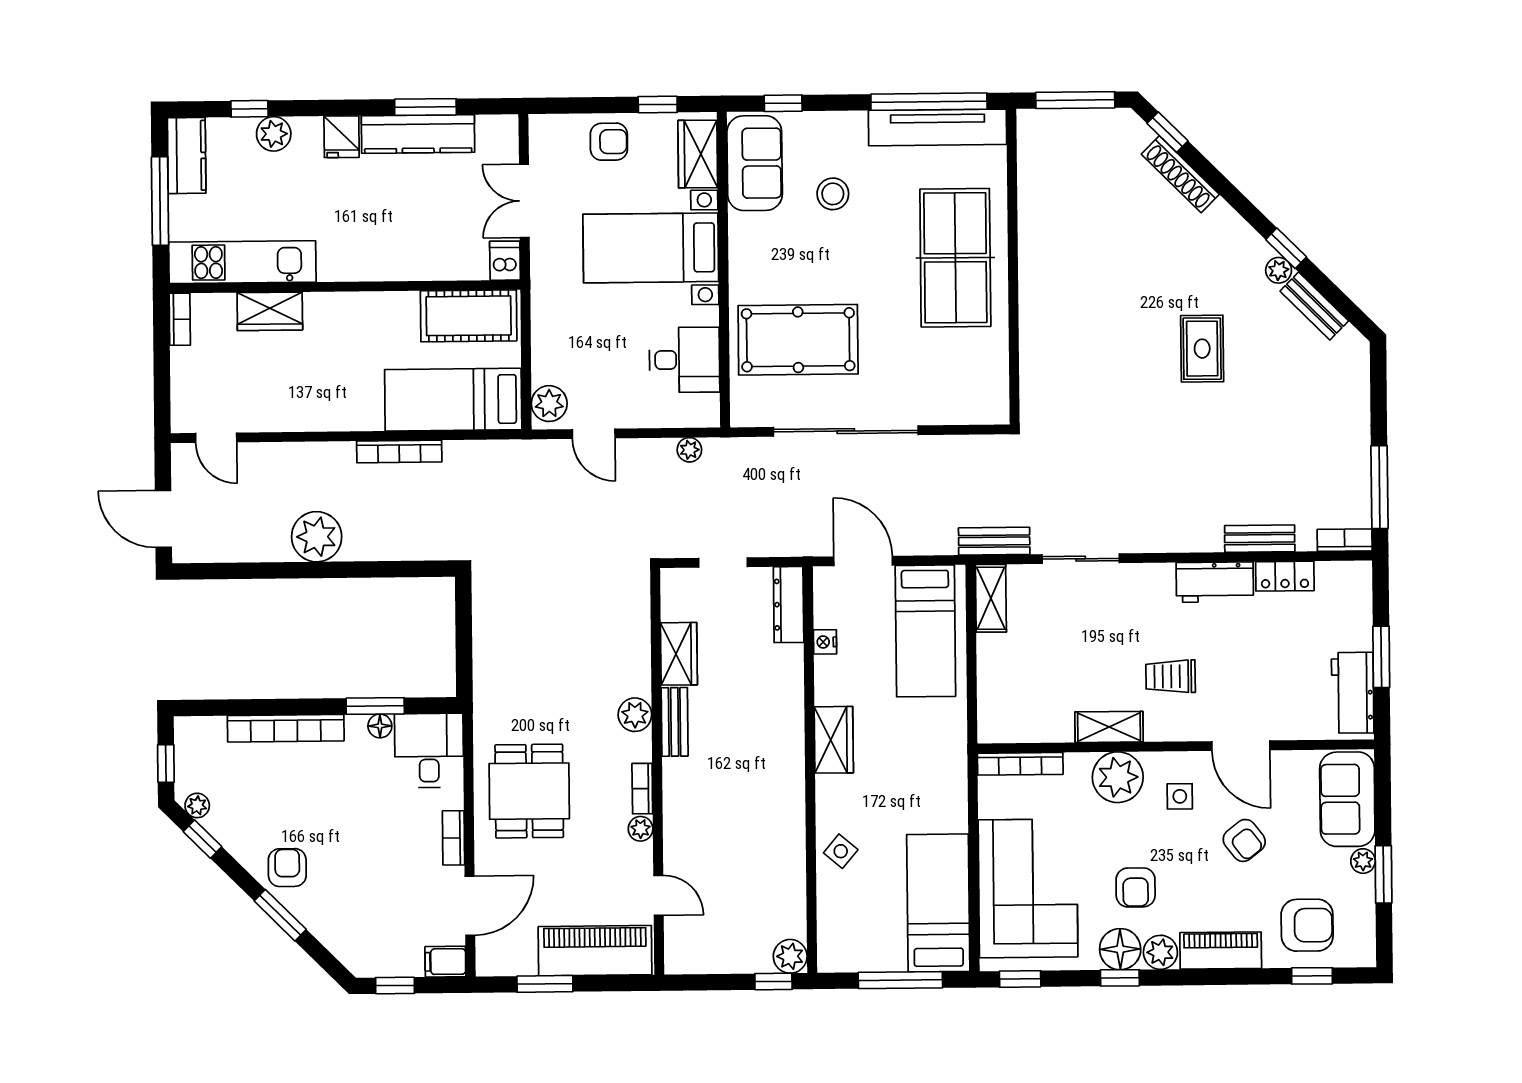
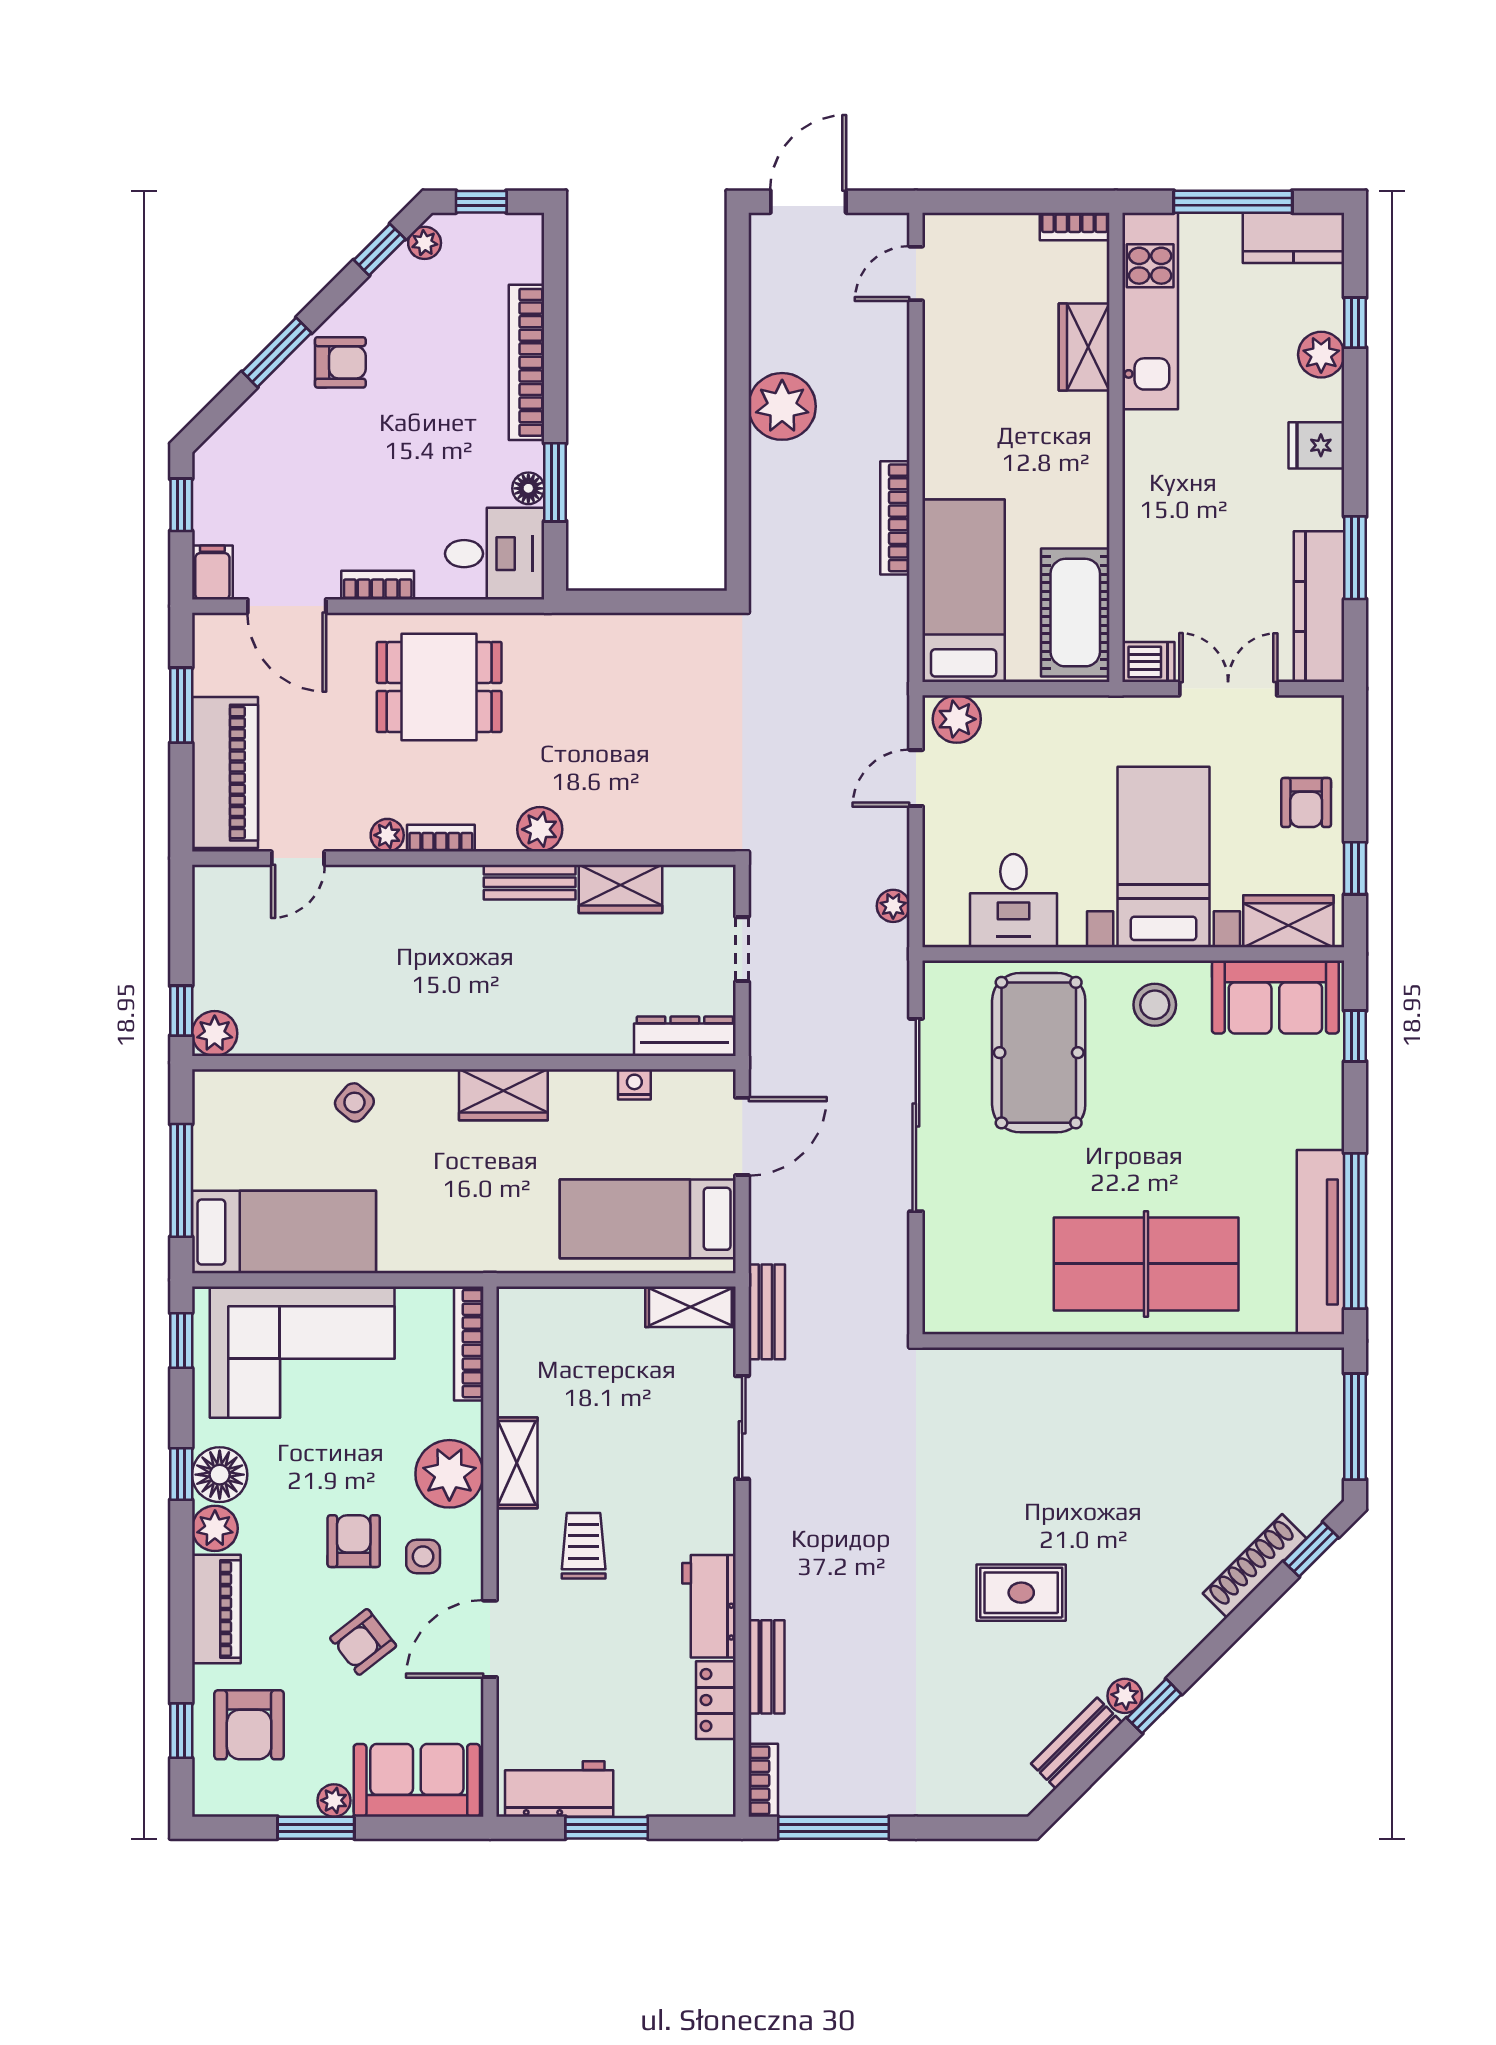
kitchen counter: (418, 134) -> (1319, 607), moved
stool: (833, 194) -> (1155, 1005), moved
armchair: (1136, 887) -> (354, 1541), moved, turned 90

